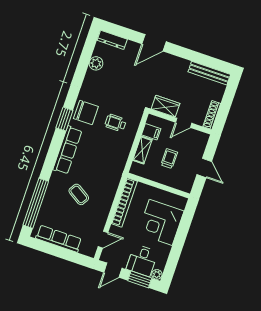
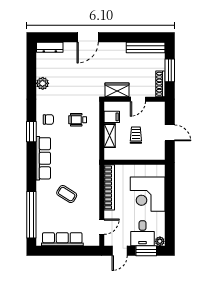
plant: (96, 63) -> (43, 83), moved
window: (226, 105) -> (170, 70), added
chair: (86, 112) -> (48, 119), width x0.54, depth x0.54

